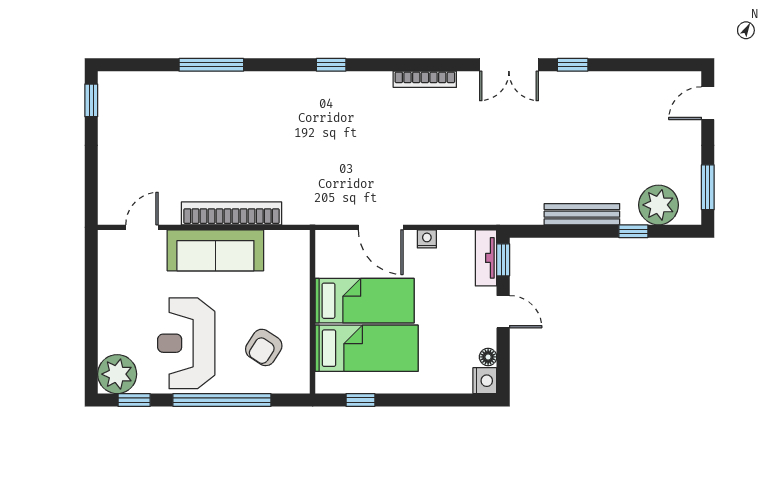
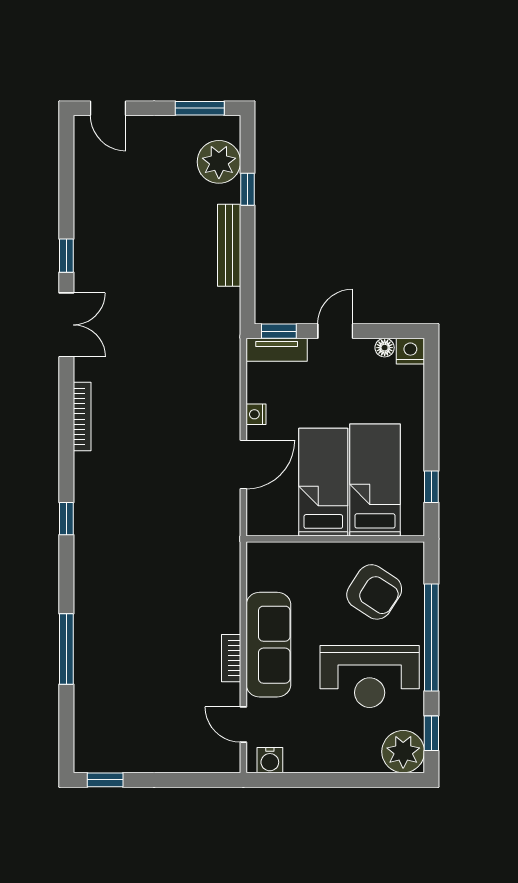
bookcase: (232, 213) -> (231, 658), width x0.43, depth x0.76
water cooler: (109, 252) -> (270, 760), added
armchair: (264, 347) -> (374, 592), width x1.38, depth x1.38

